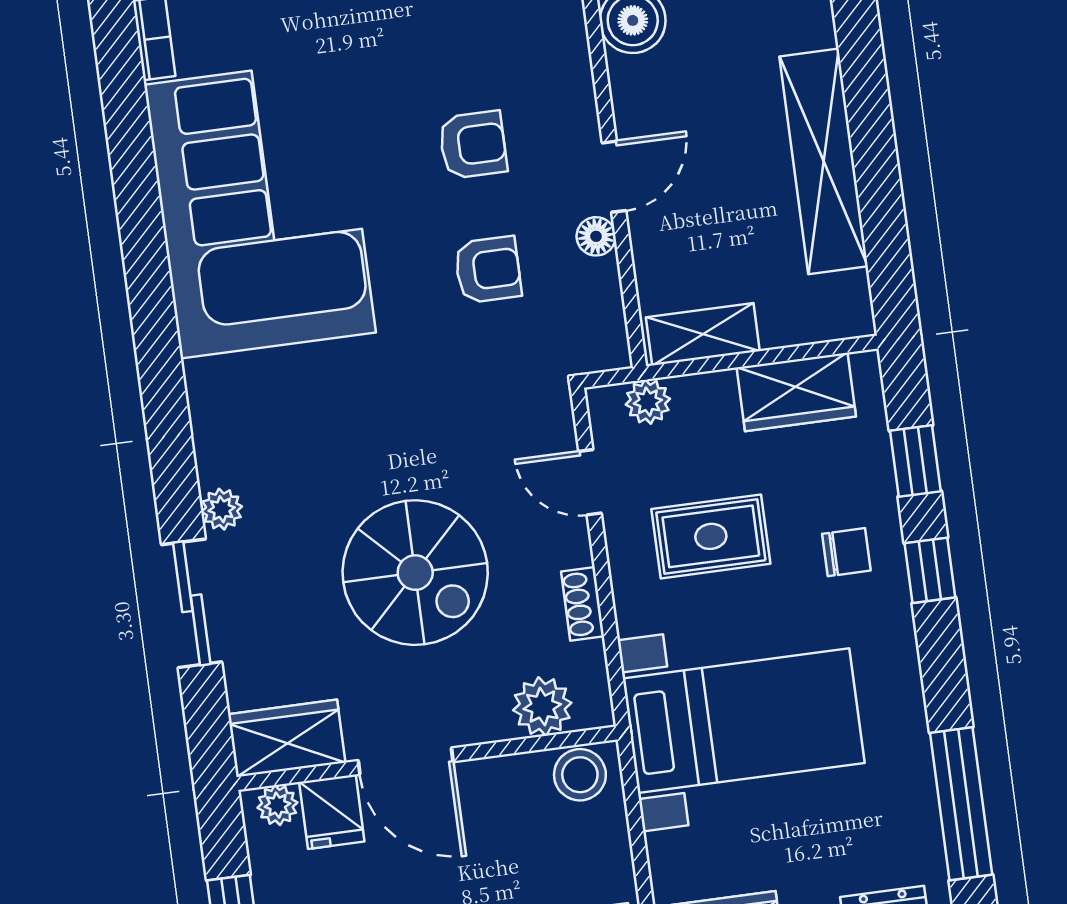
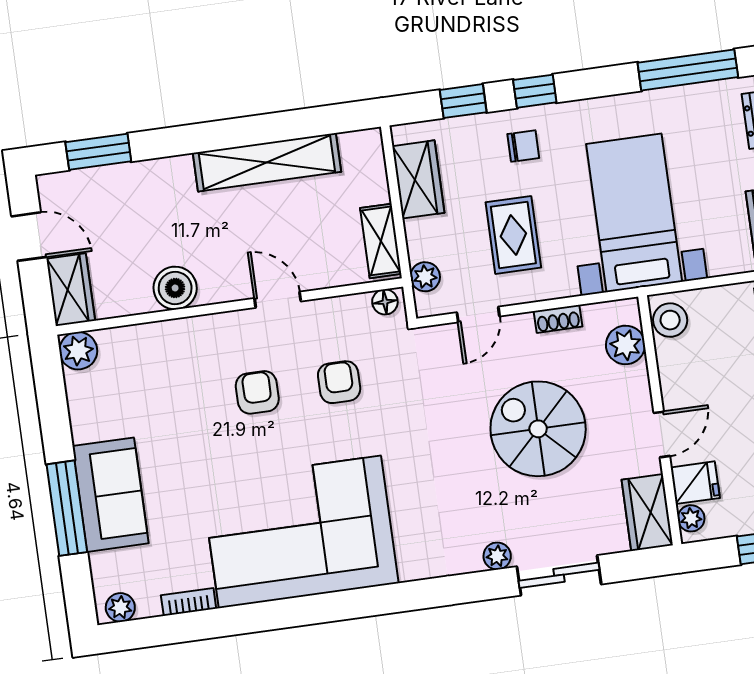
floor lamp: (596, 236) -> (385, 302), moved
chair: (846, 552) -> (523, 146), turned 90
spiral stairs: (415, 573) -> (538, 429), turned -90
door: (406, 761) -> (662, 434), width x0.73

